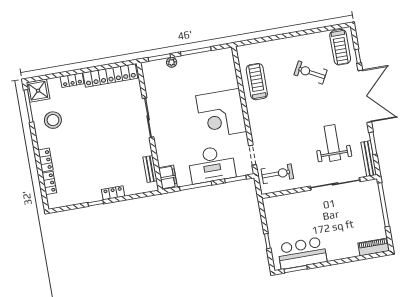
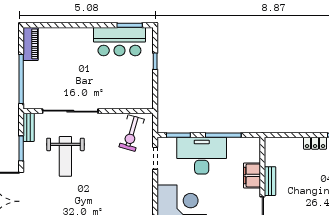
bench: (369, 158) -> (29, 127), width x0.73
bench: (150, 169) -> (270, 181), moved
exercise bike: (277, 174) -> (132, 133), turned -74
filing cabinet: (168, 177) -> (252, 175), moved
piano: (374, 247) -> (31, 44), moved, turned -90

